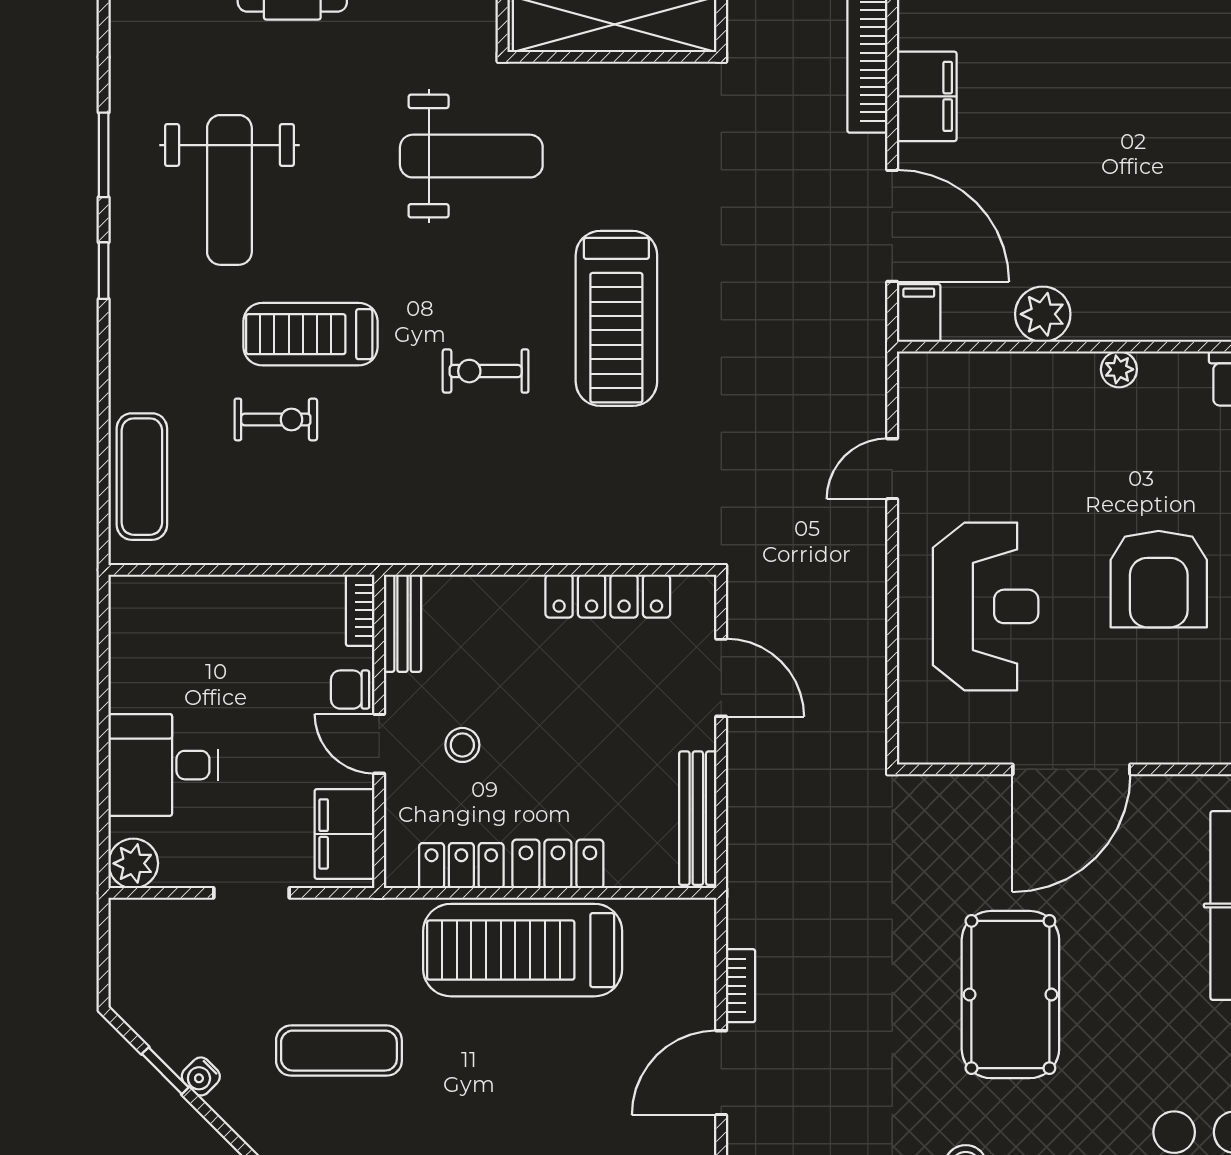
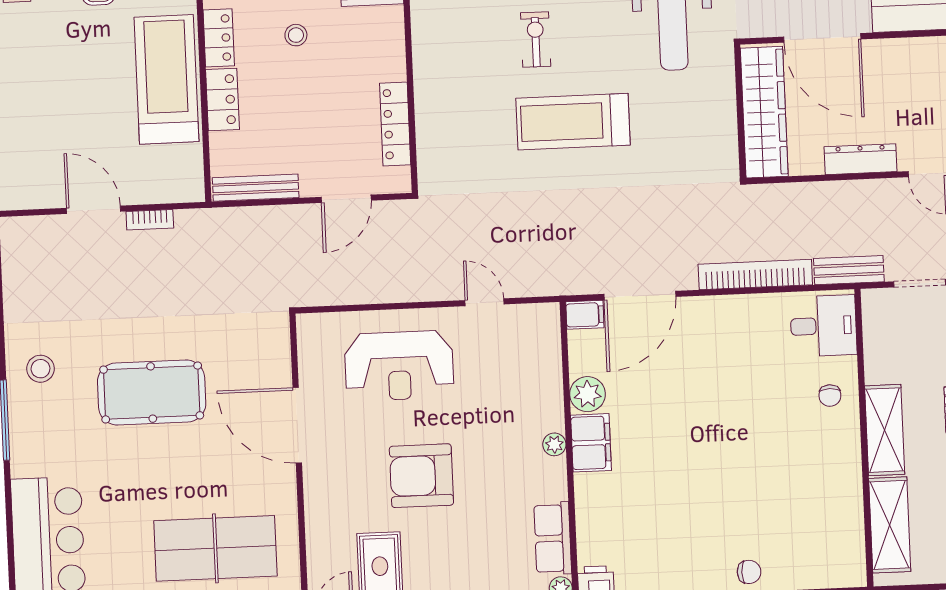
filing cabinet: (927, 96) -> (591, 443), moved, turned -90

